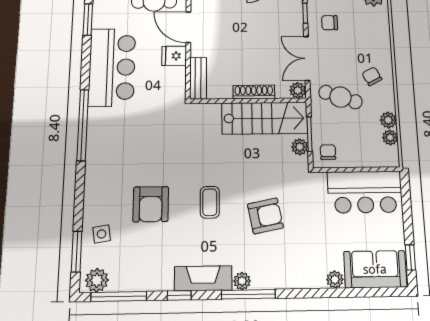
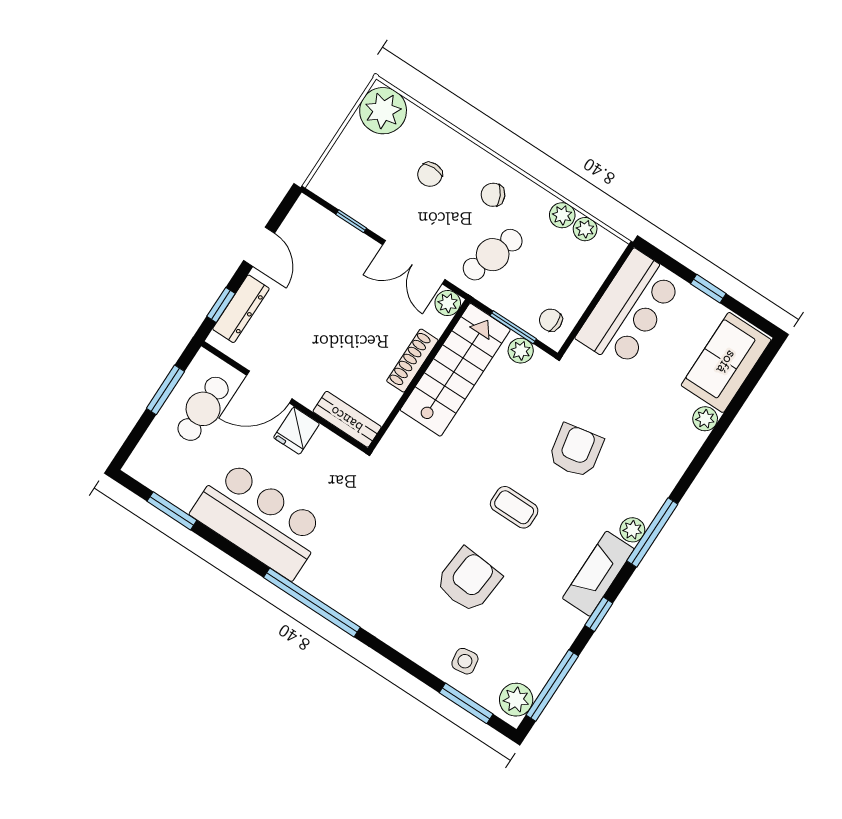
chair: (330, 23) -> (430, 174), moved
armchair: (151, 204) -> (468, 580), turned -85
window: (410, 257) -> (708, 289), moved

